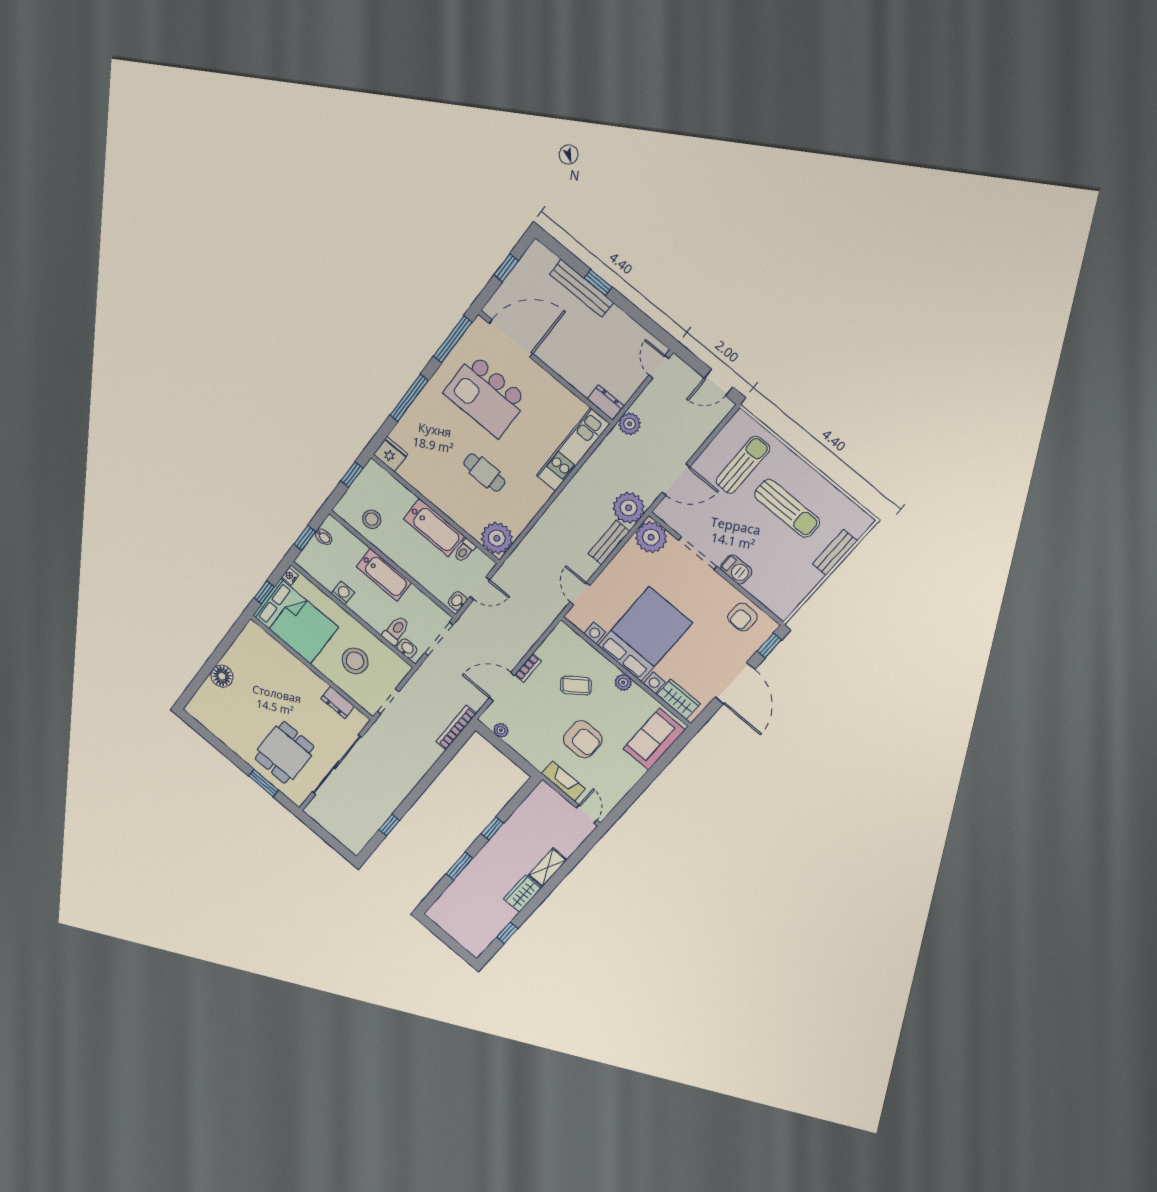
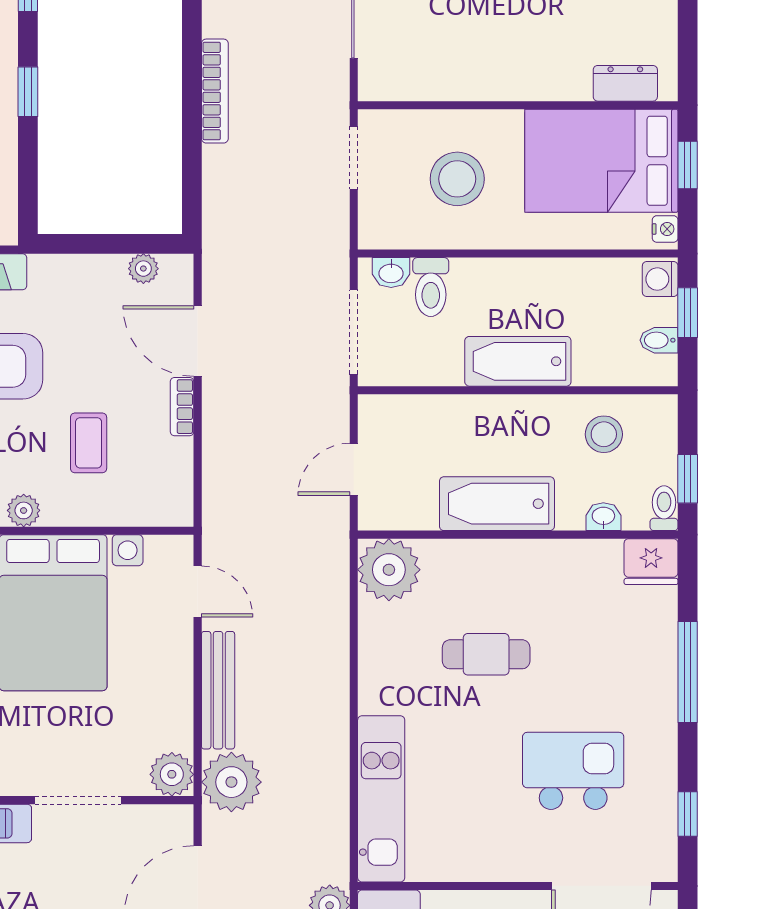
window: (453, 339) -> (688, 814), width x0.46
kitchen island: (486, 396) -> (573, 771), width x0.73, depth x0.78
plant: (651, 537) -> (172, 774), width x0.73, depth x0.73
bench: (609, 543) -> (218, 690), width x1.36
toilet: (465, 551) -> (664, 508), moved
washing machine: (343, 593) -> (660, 279), moved, turned 90
washbasin: (458, 601) -> (603, 517), moved, turned -90
coffee table: (576, 686) -> (89, 443), turned -52
door: (502, 687) -> (198, 341), swing flipped
dresser: (338, 702) -> (625, 83), moved
bookcase: (456, 728) -> (215, 91), moved

